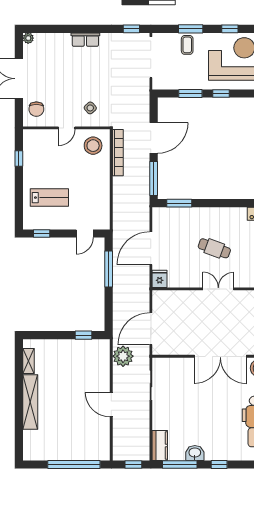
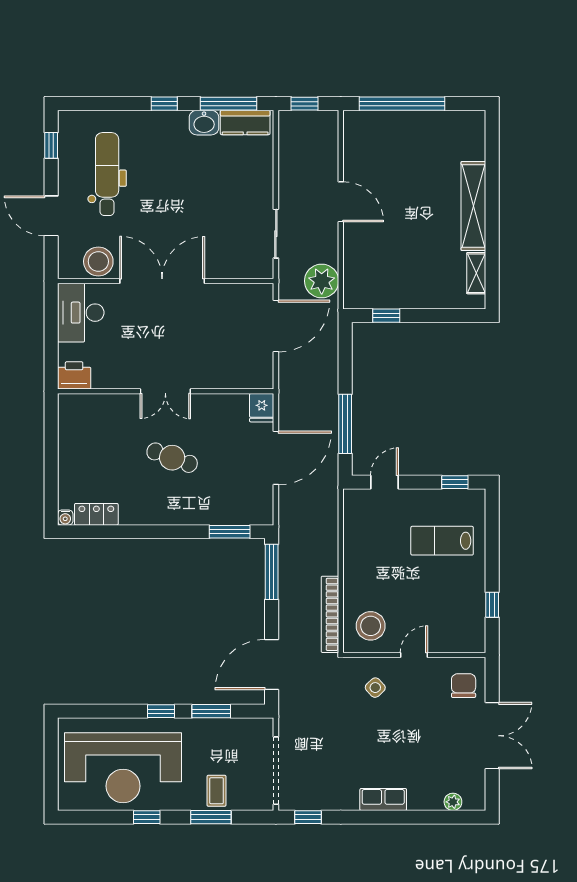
plant: (28, 38) -> (453, 802), moved
door: (154, 138) -> (272, 664), moved
kitchen counter: (160, 446) -> (245, 122), moved, turned -90

